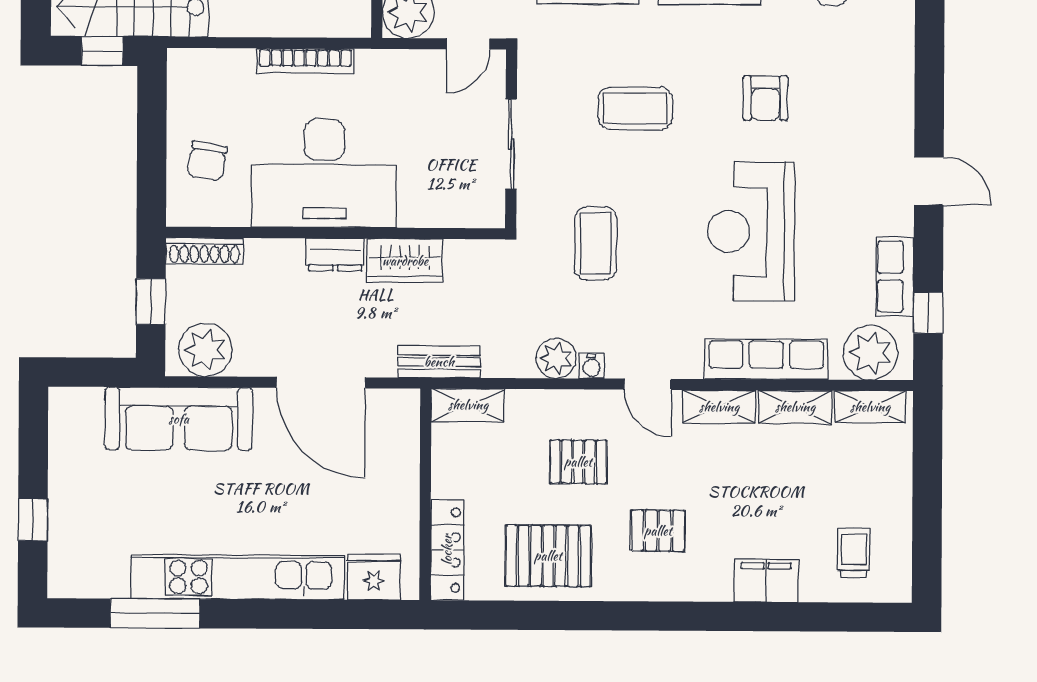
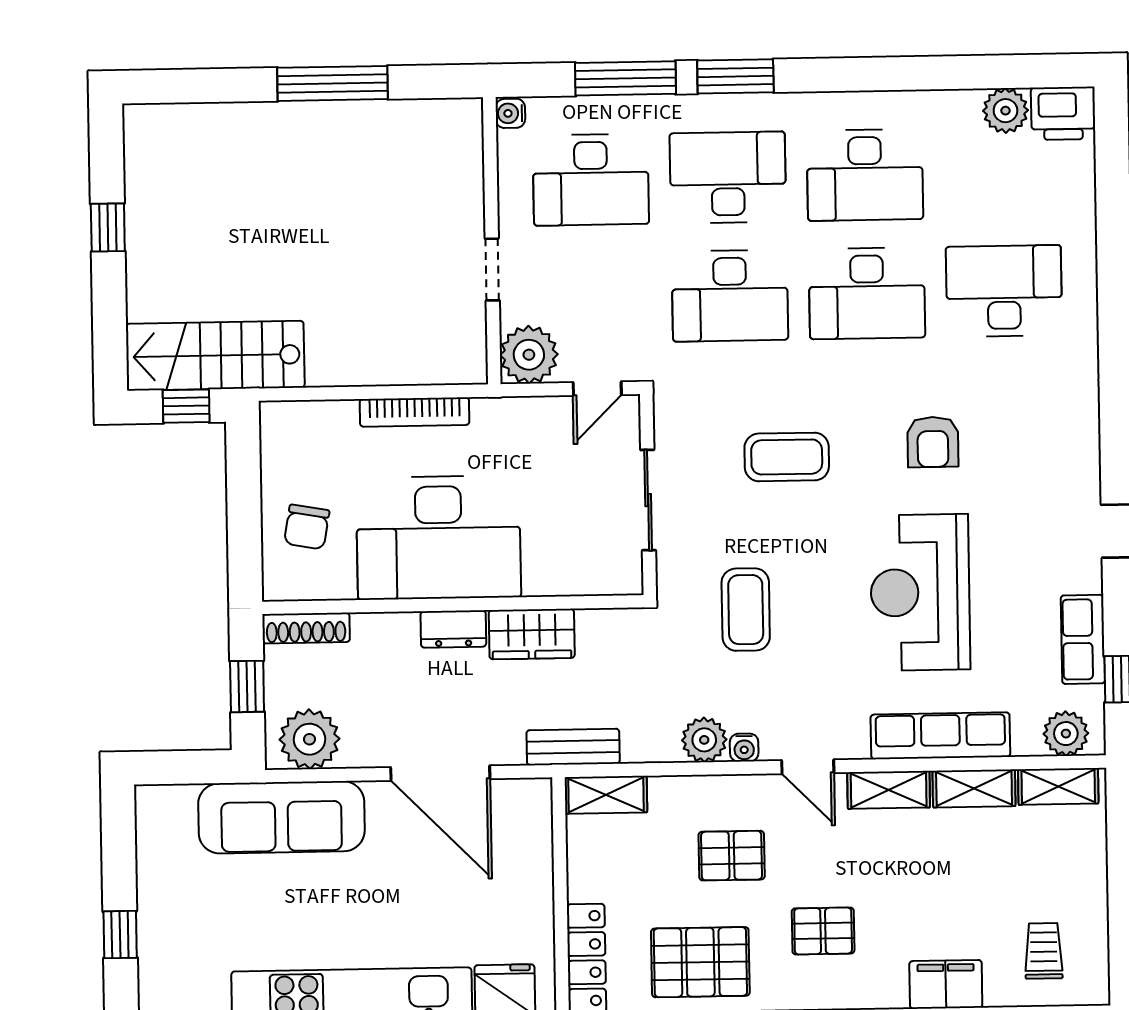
plant: (871, 353) -> (1066, 734), width x0.73, depth x0.73

